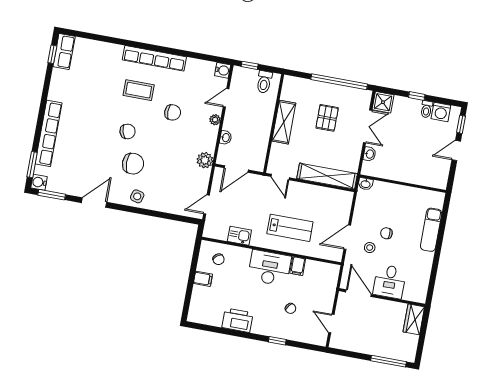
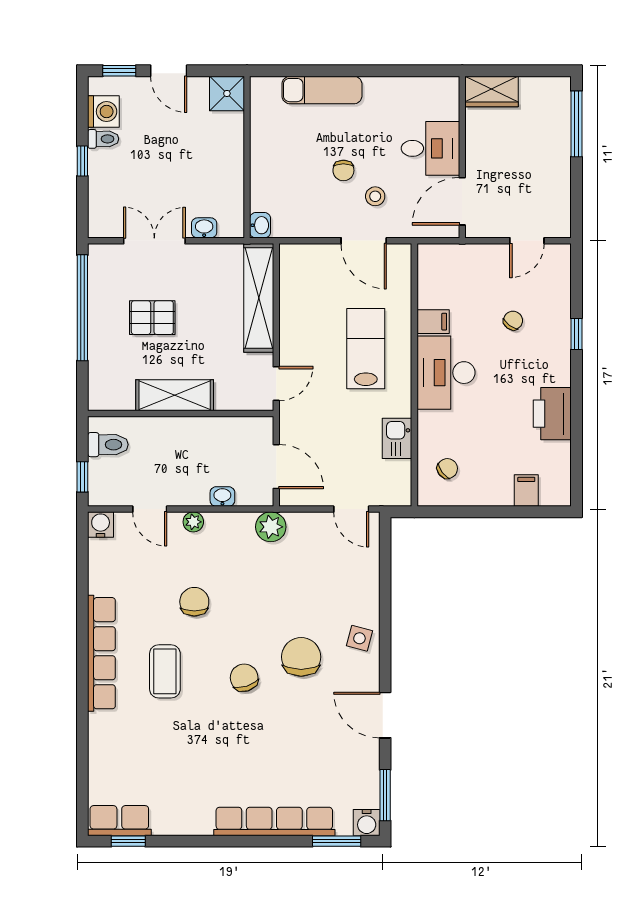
shower: (383, 102) -> (227, 93), moved
filing cabinet: (203, 279) -> (526, 491), moved

